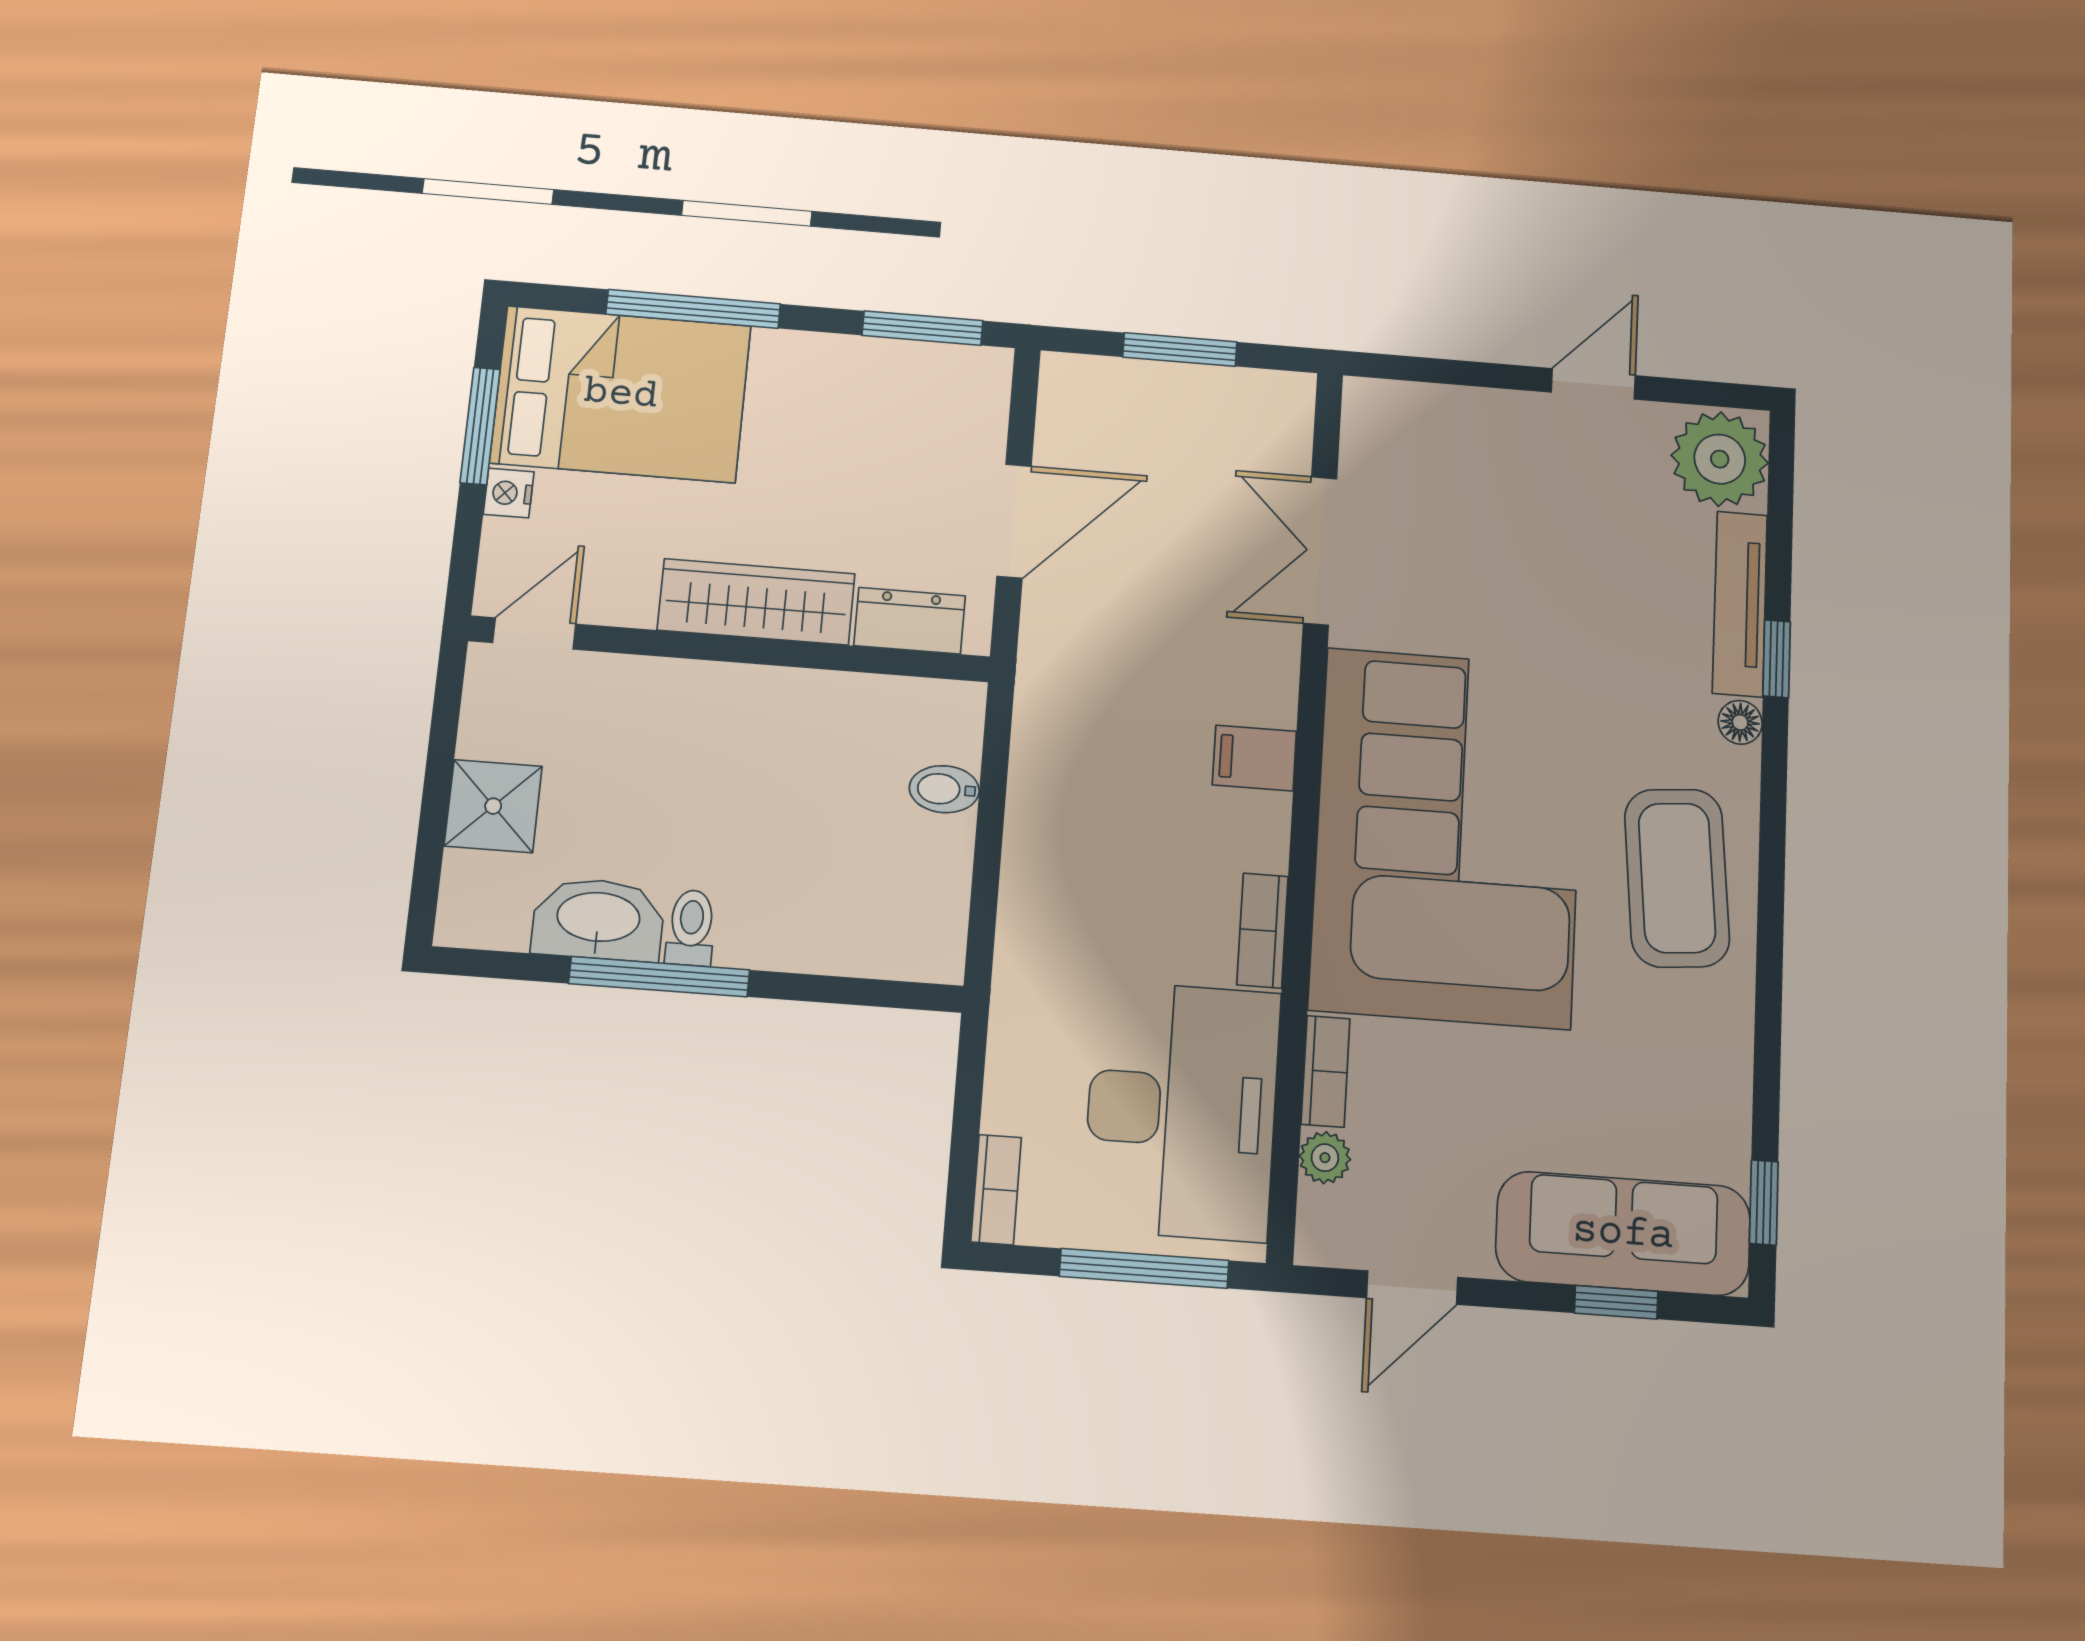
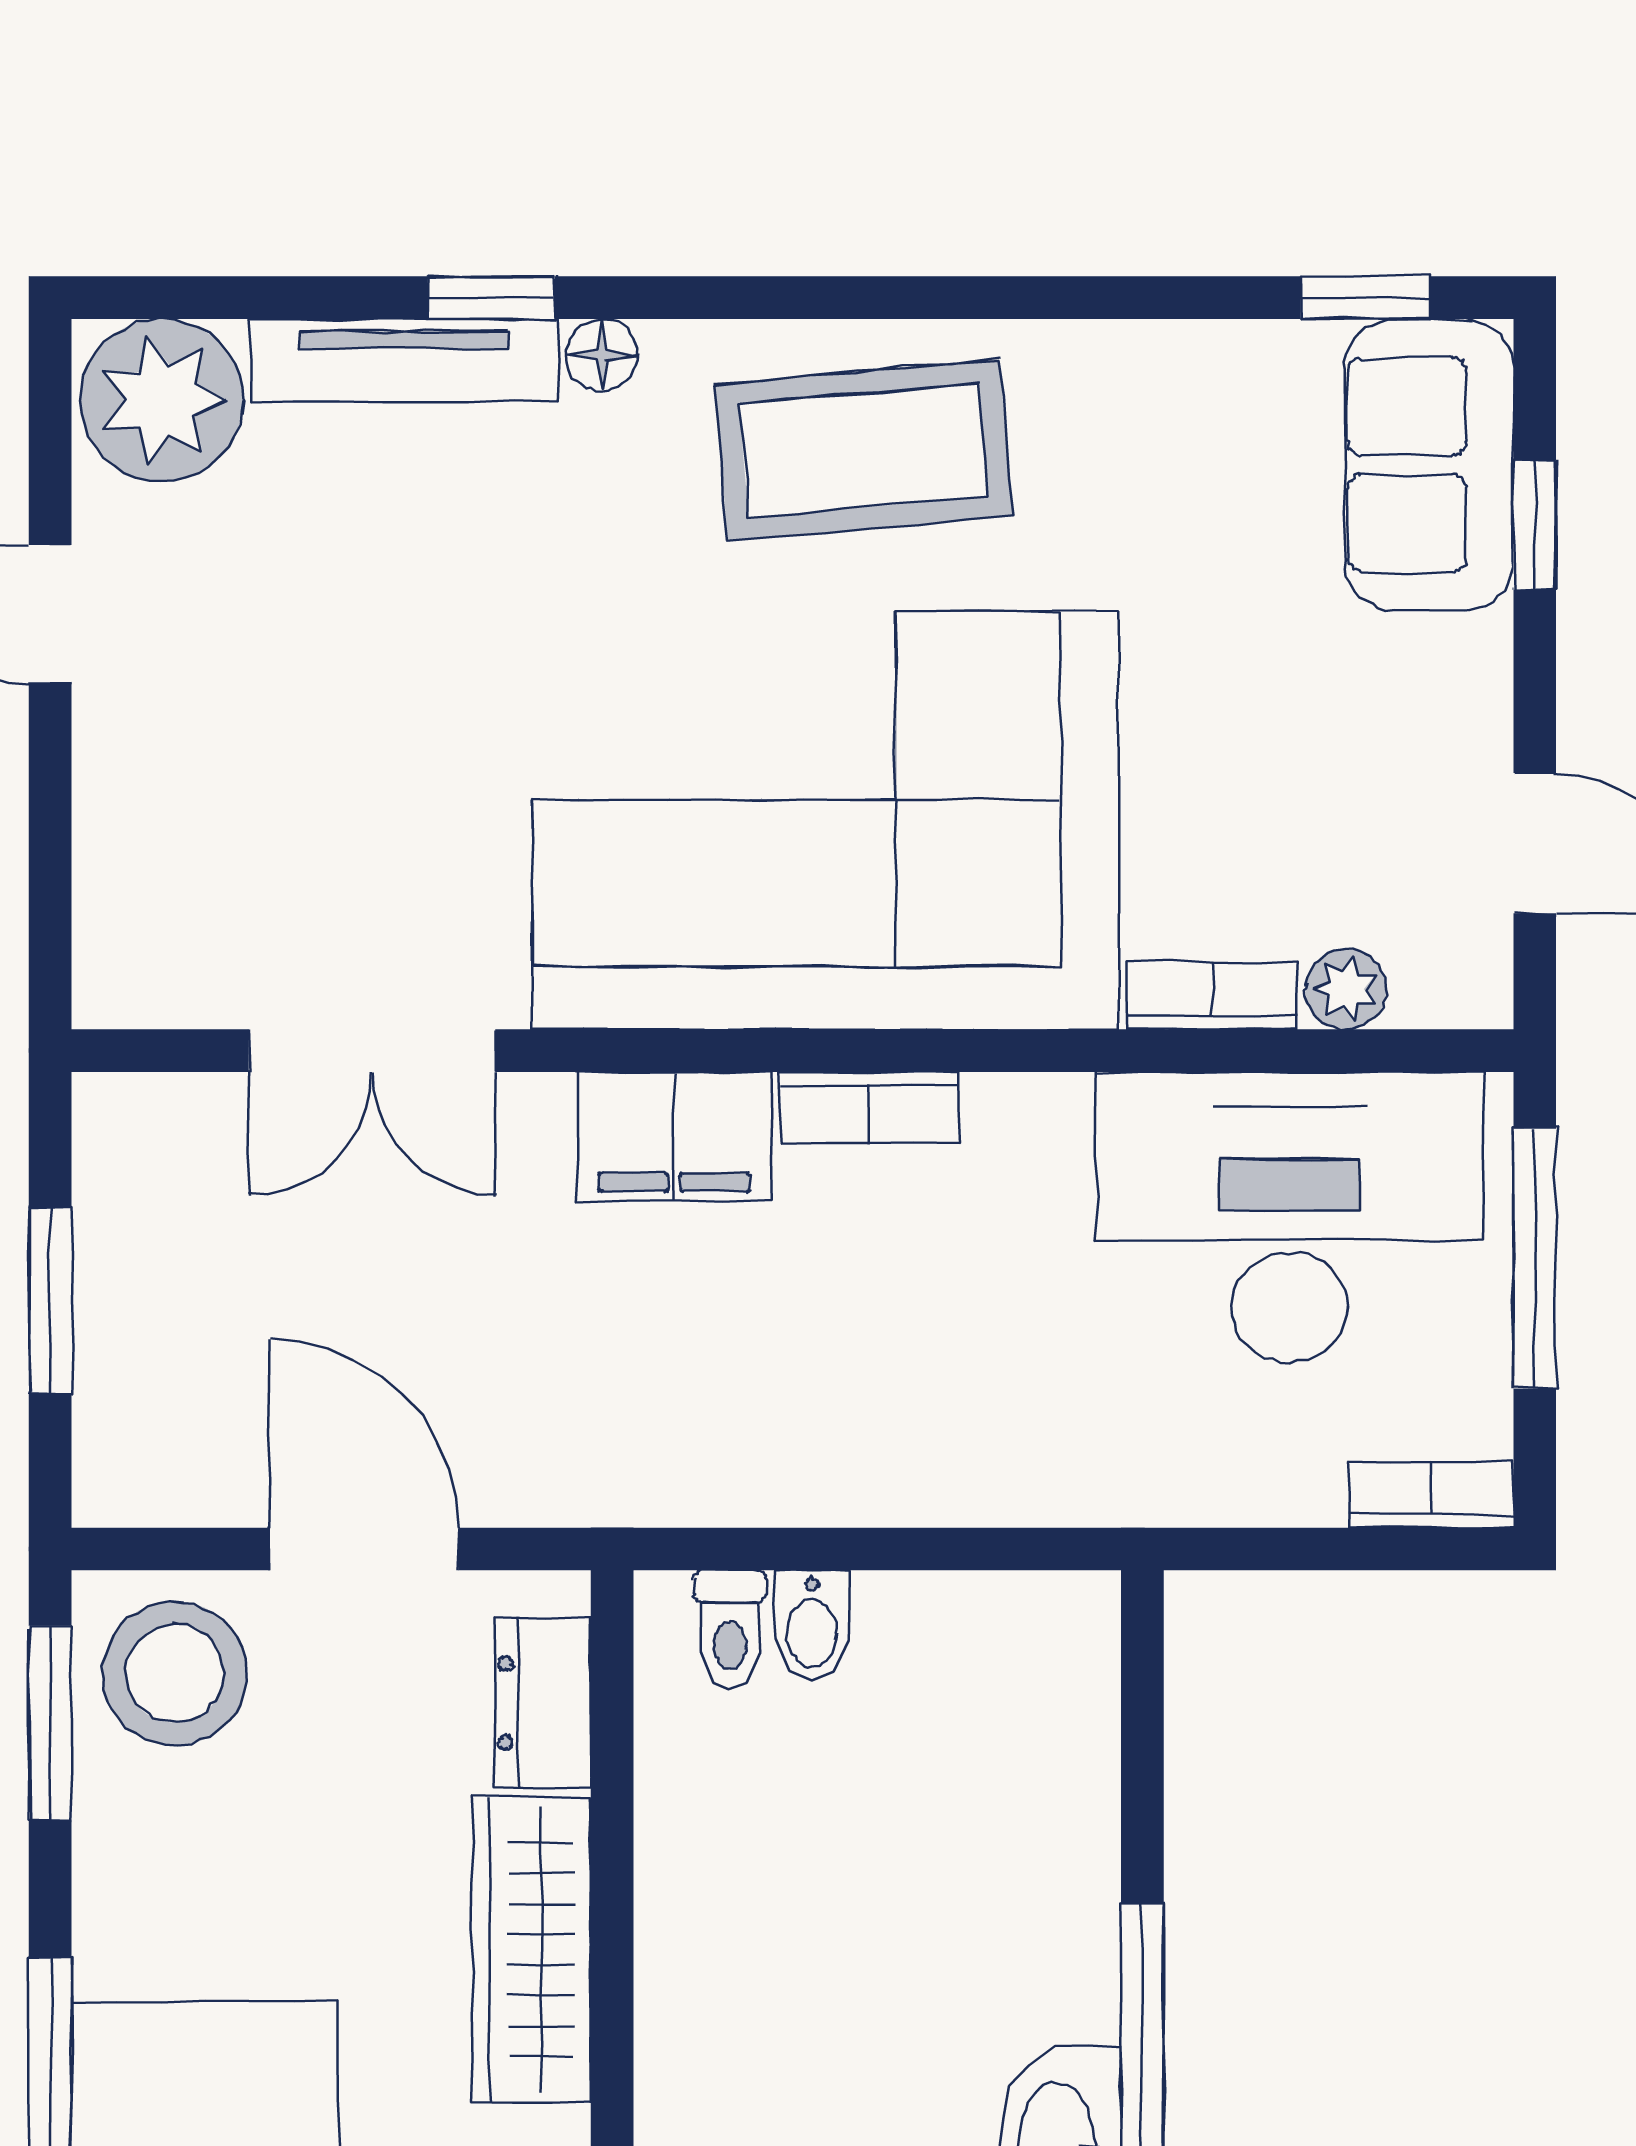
stool: (947, 403) -> (175, 1673), added
filing cabinet: (1254, 758) -> (674, 1137), width x2.00
toilet: (691, 928) -> (730, 1629), moved, turned -90
bookcase: (1262, 930) -> (869, 1107), moved
sofa: (1623, 1233) -> (1429, 465), width x0.73

